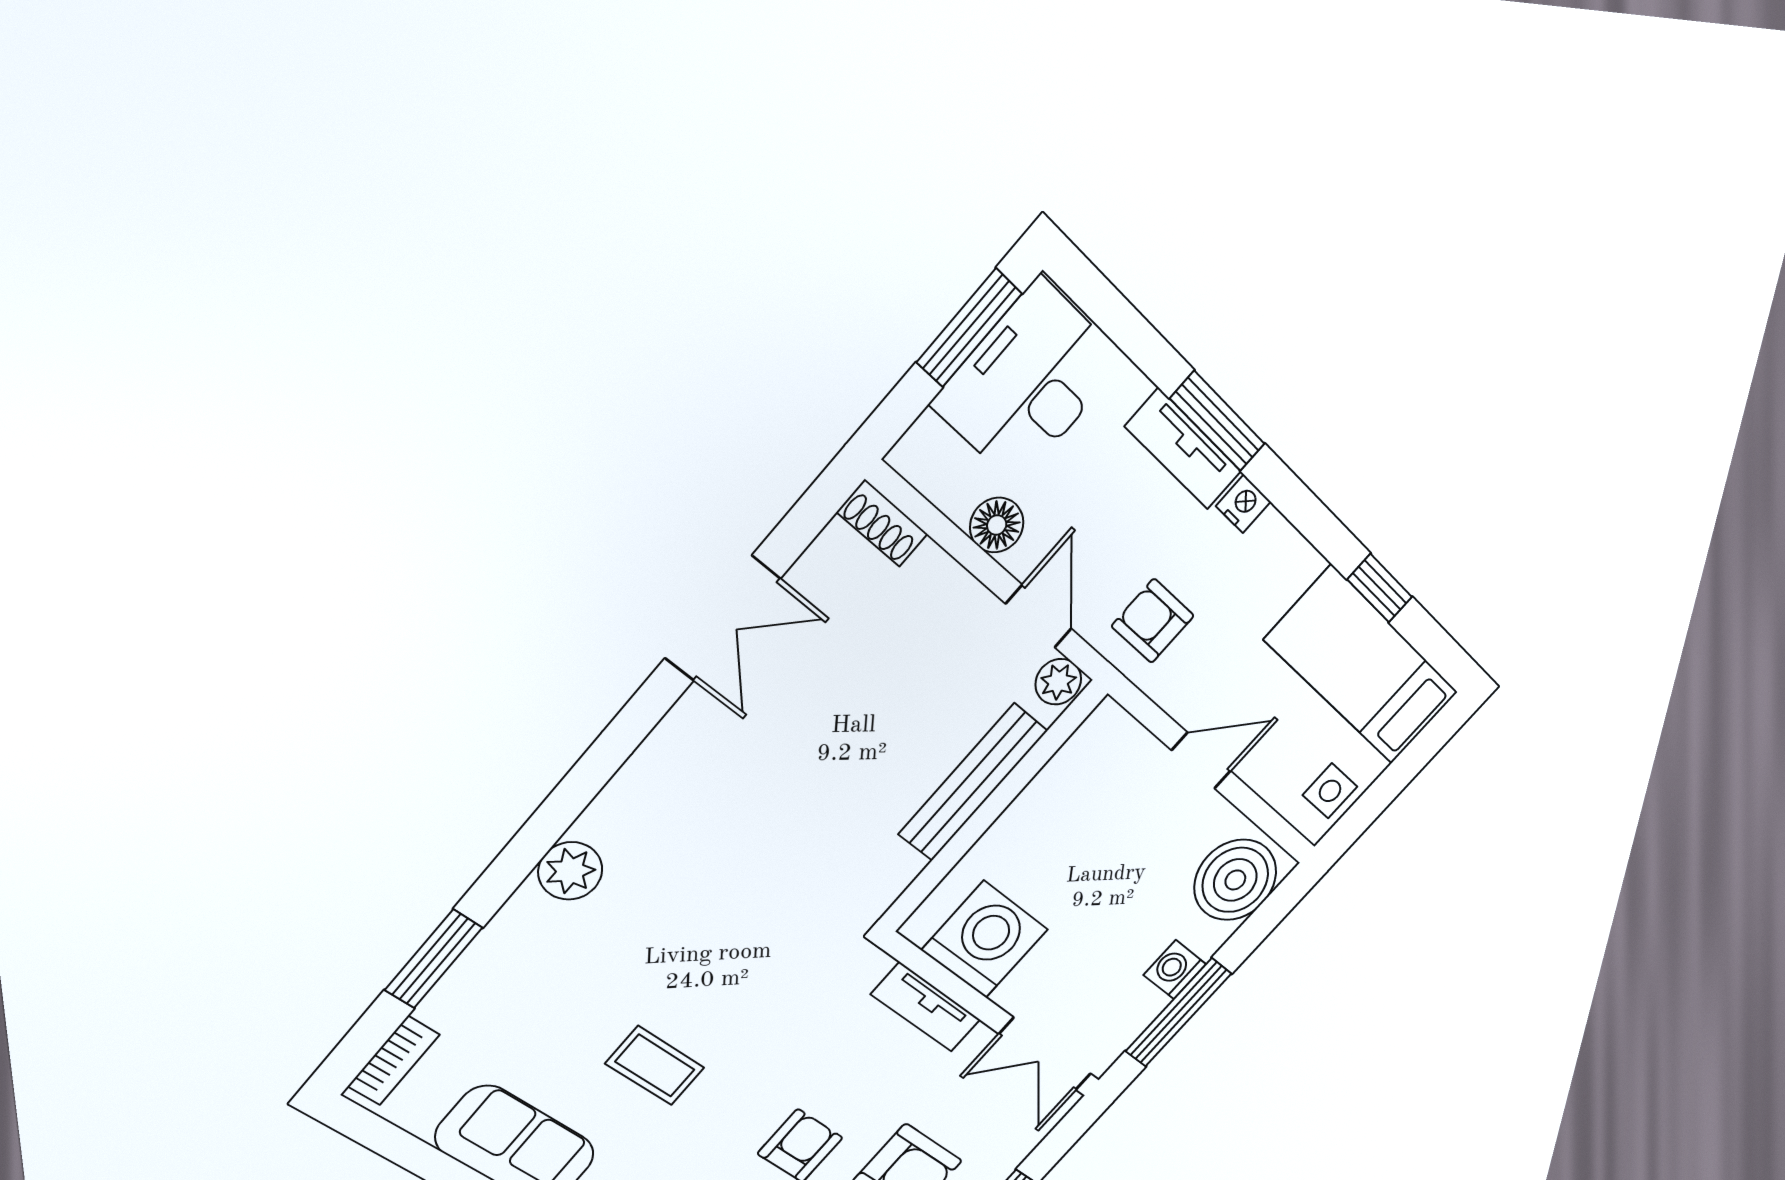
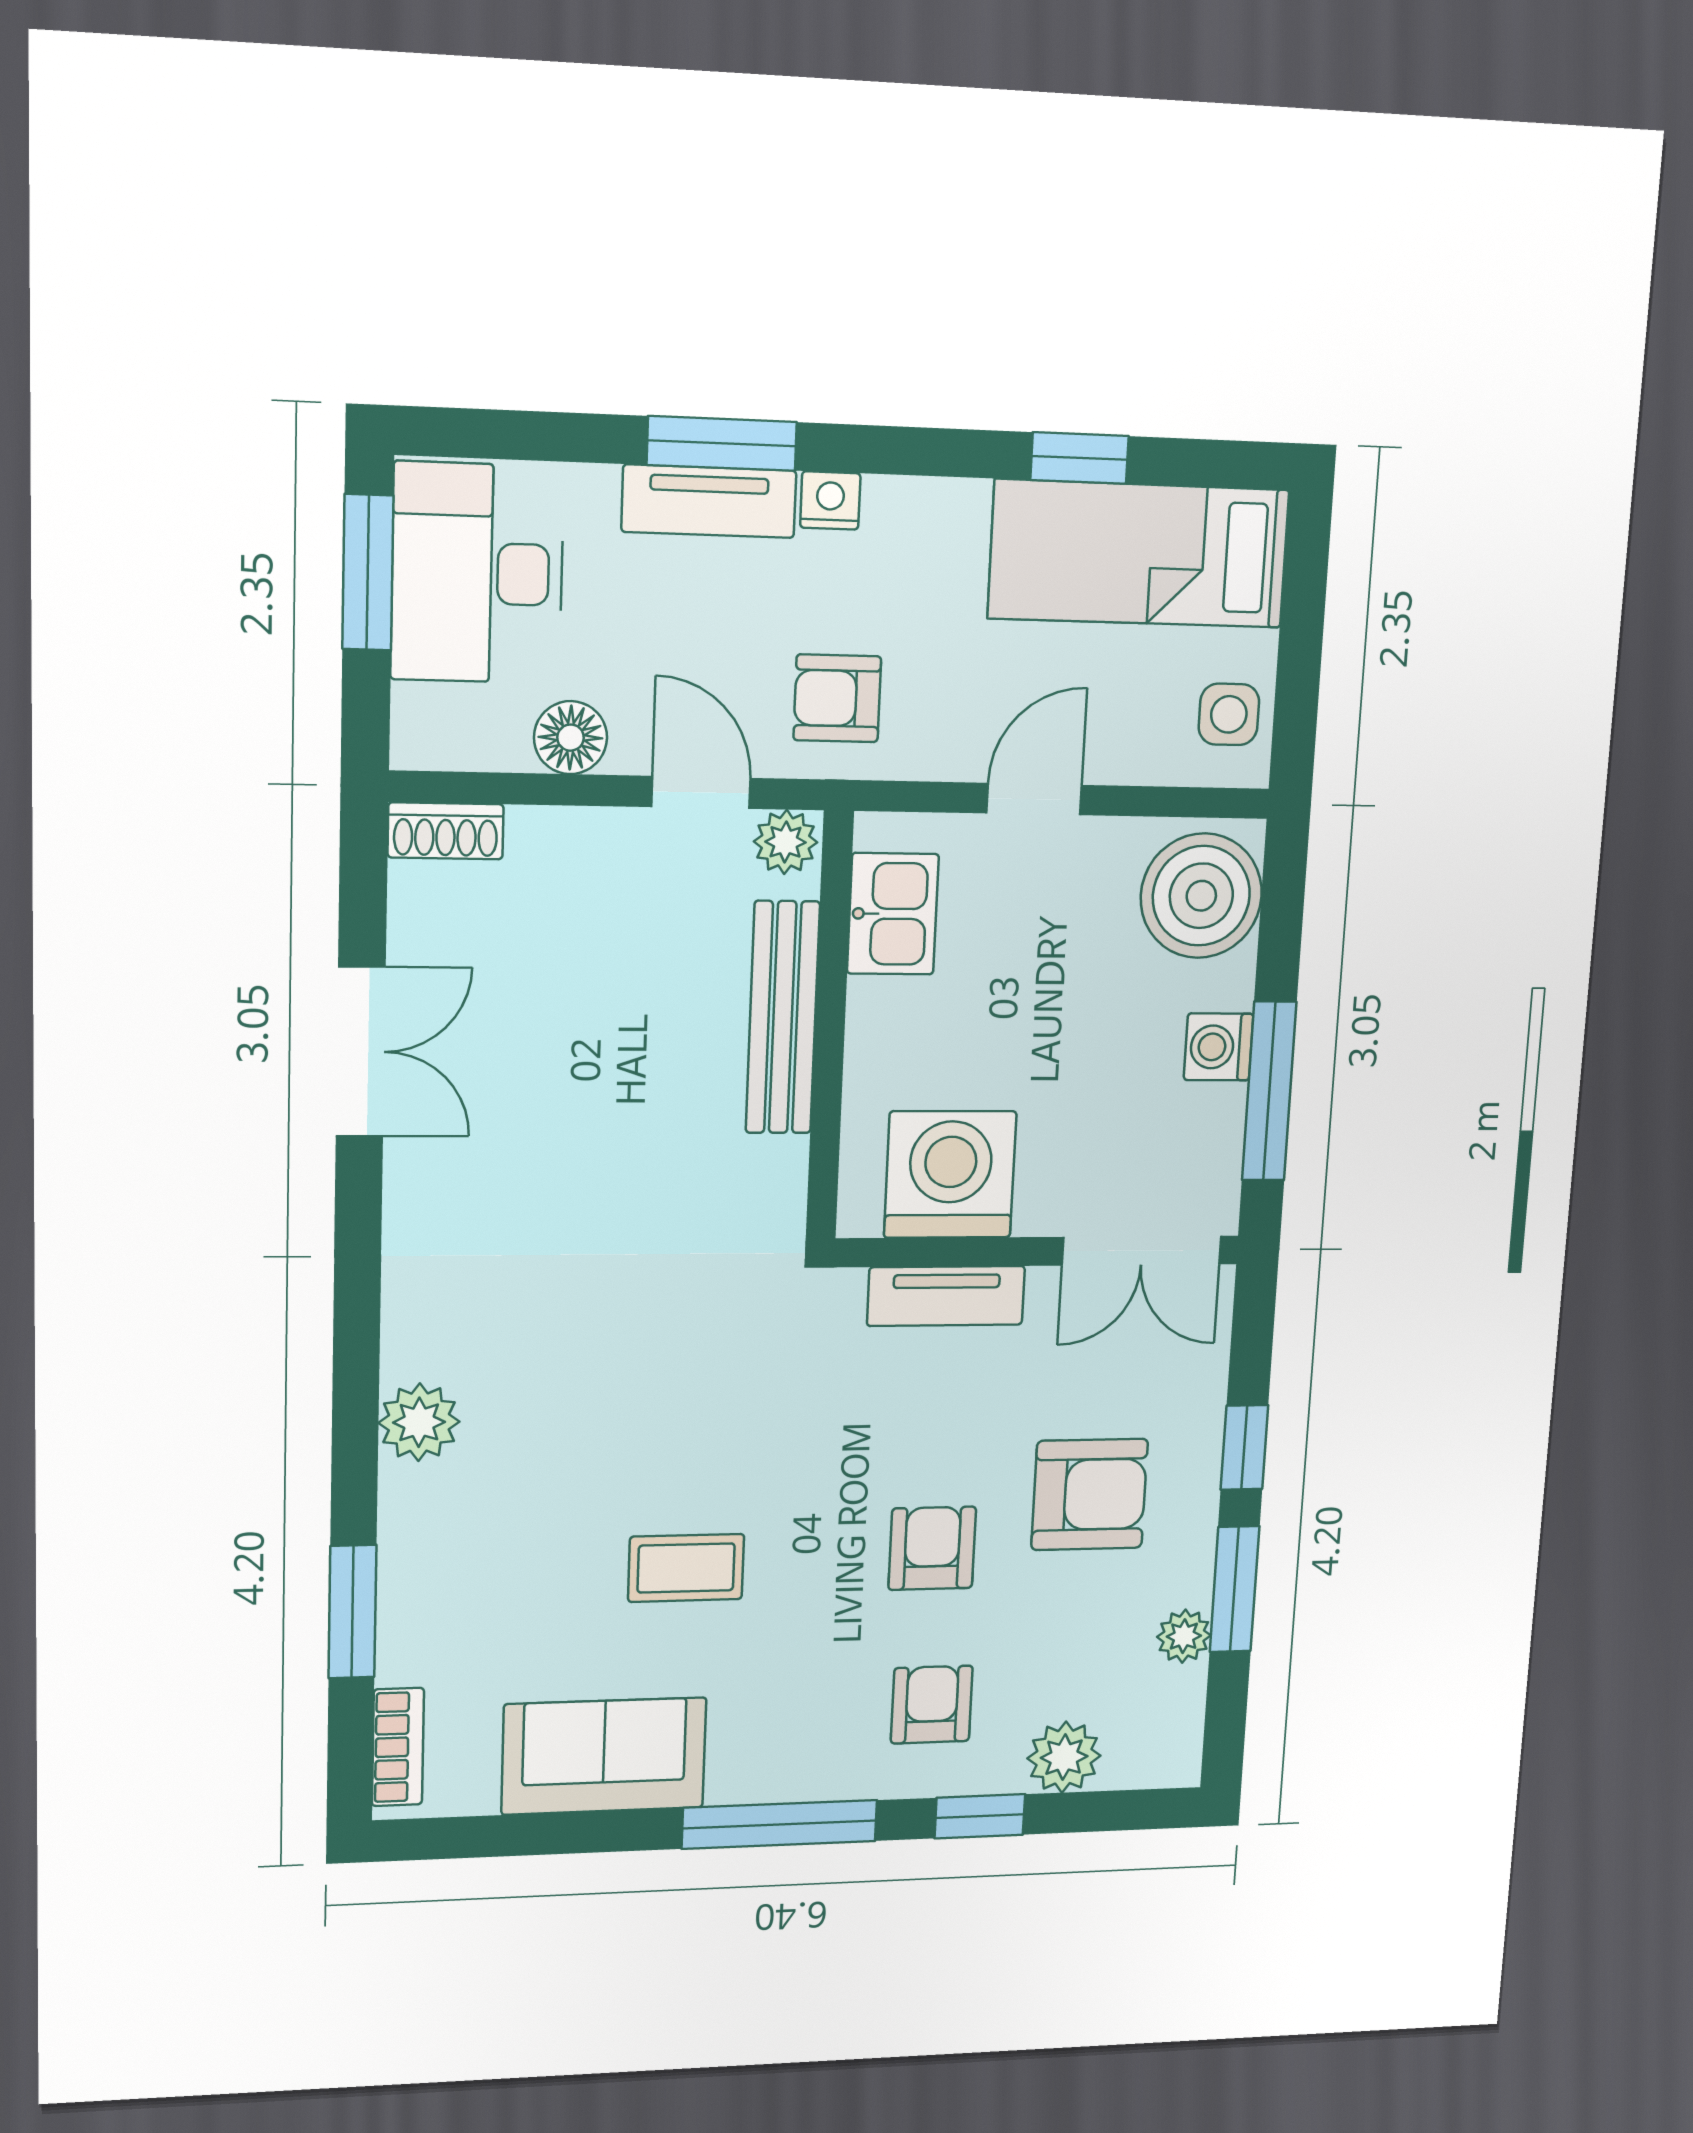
kitchen sink: (1078, 768) -> (893, 914), added

